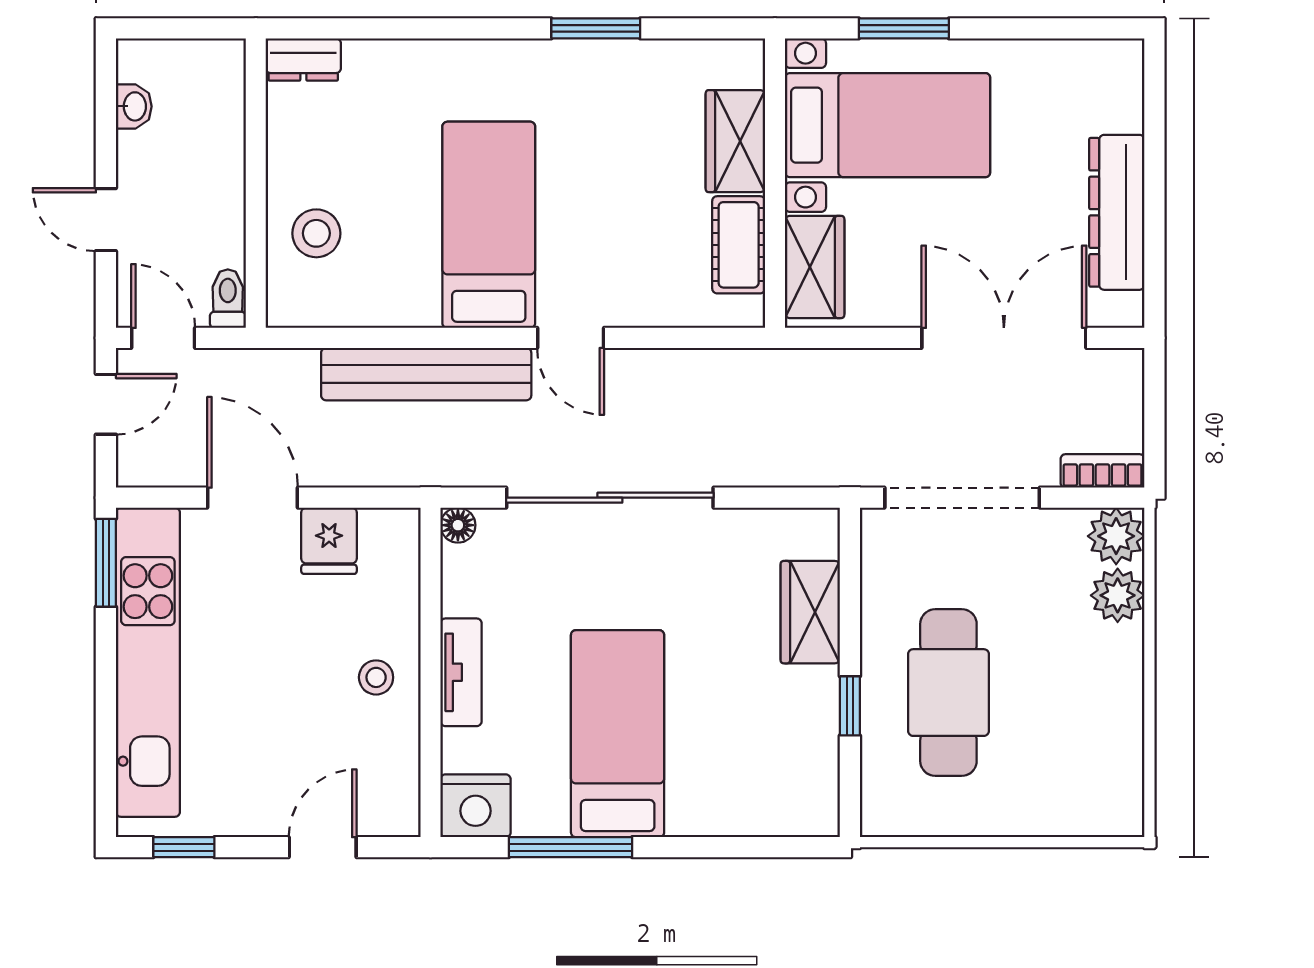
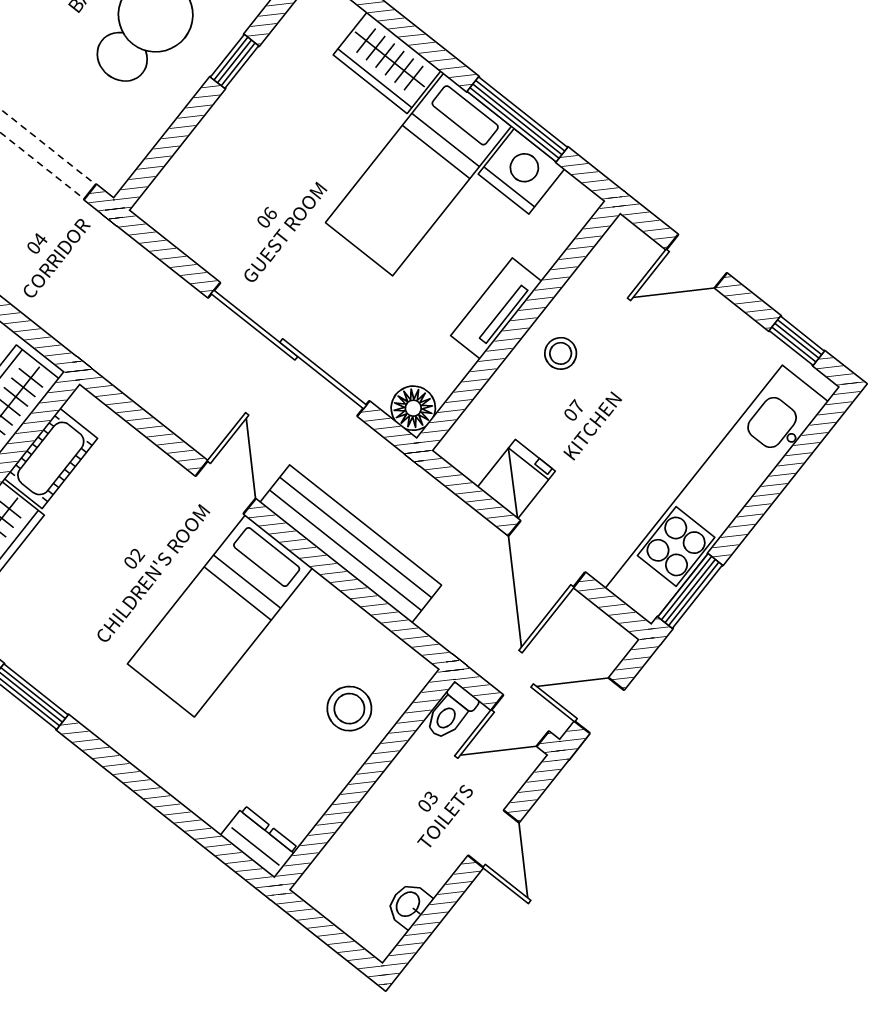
door: (163, 338) -> (520, 721), hinge flipped
floor lamp: (458, 525) -> (413, 408), width x1.37, depth x1.37
wardrobe: (810, 612) -> (387, 63), moved, turned 90
nightstand: (476, 806) -> (522, 171), moved

